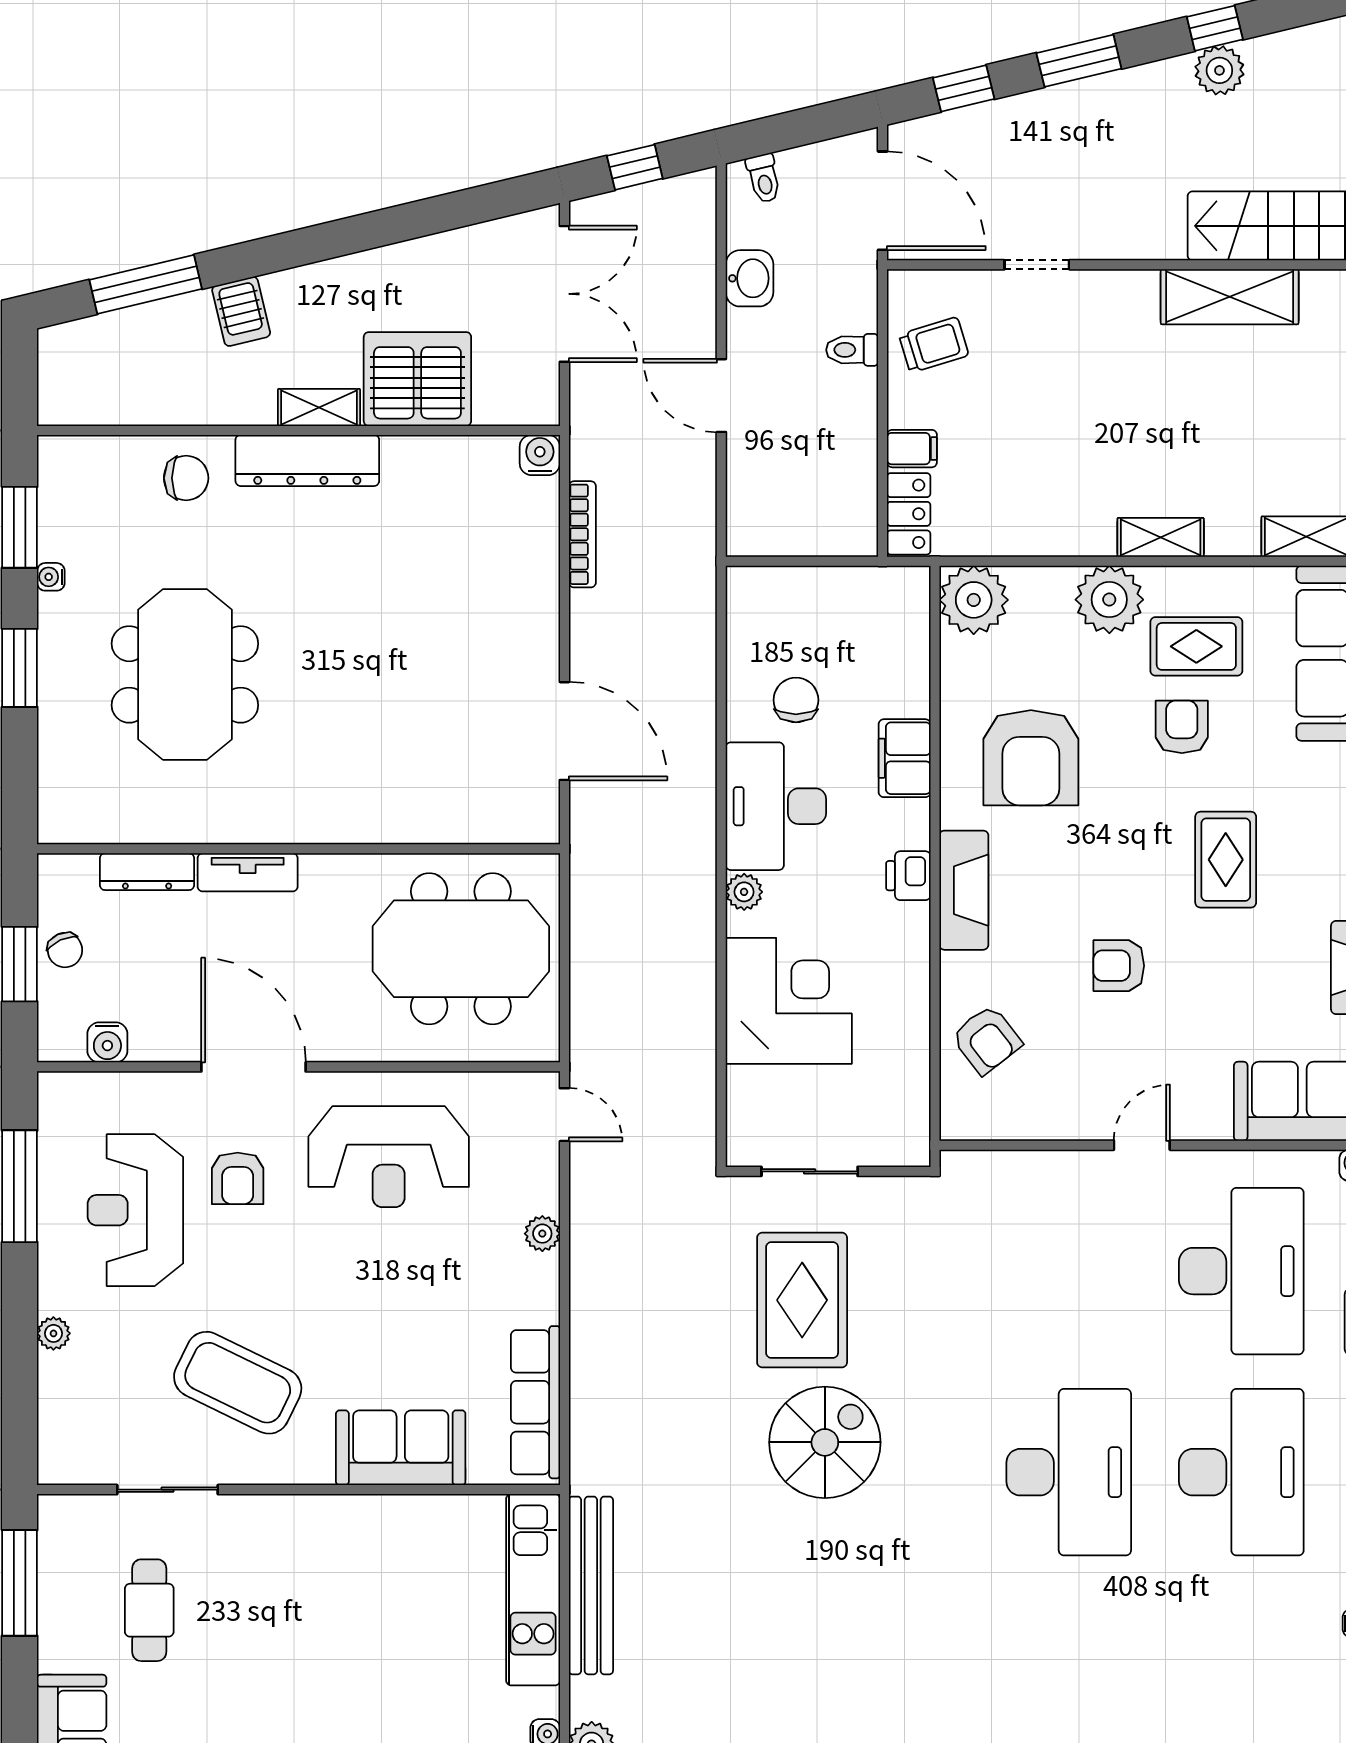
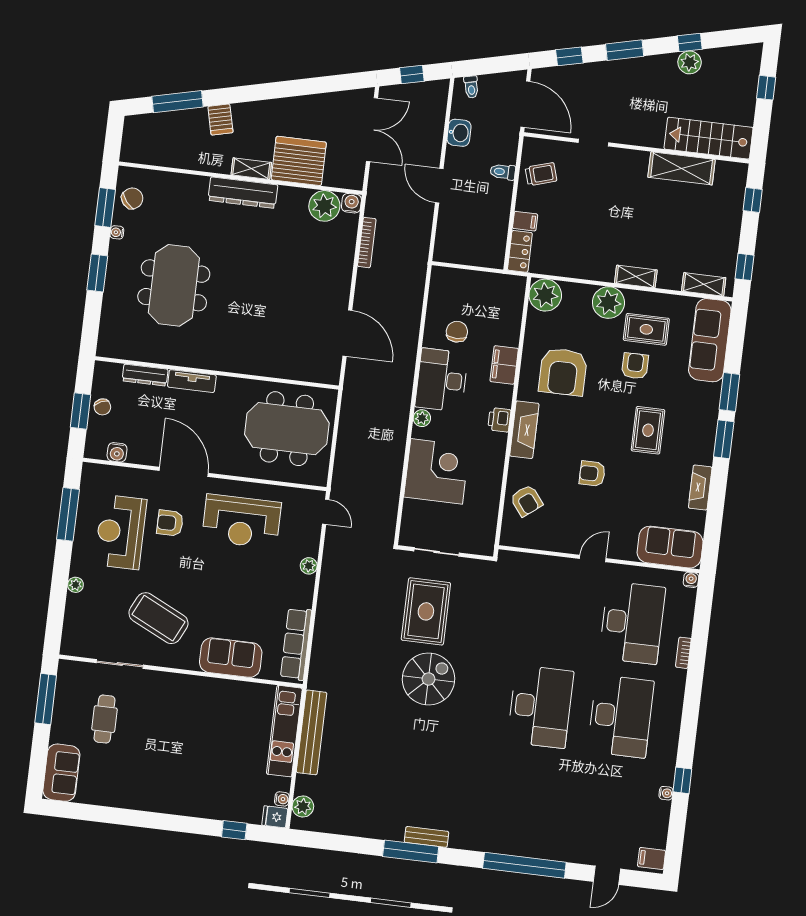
plant: (483, 468) -> (324, 206), added
chair: (186, 478) -> (132, 198), moved, turned -39
armchair: (238, 1178) -> (170, 523), turned 90

